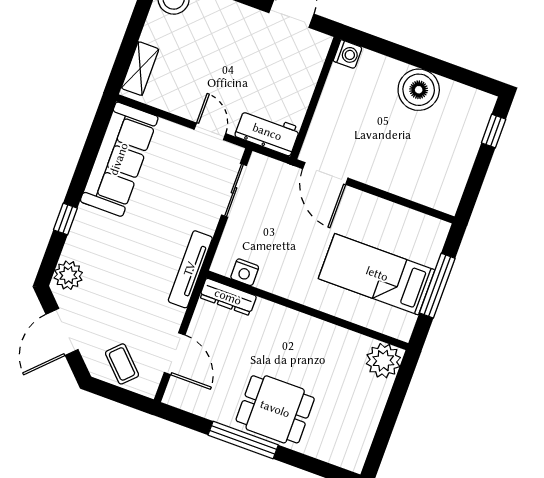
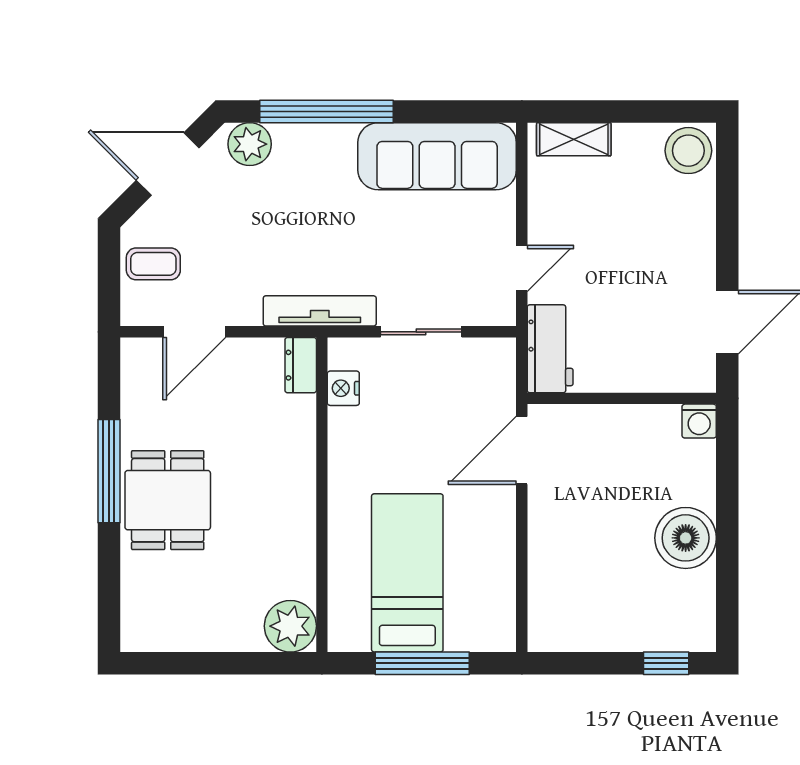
sliding door: (234, 190) -> (421, 332), moved
window: (65, 219) -> (327, 111), width x3.17
dresser: (228, 297) -> (301, 365), width x0.70
coffee table: (122, 364) -> (153, 264), turned 45

